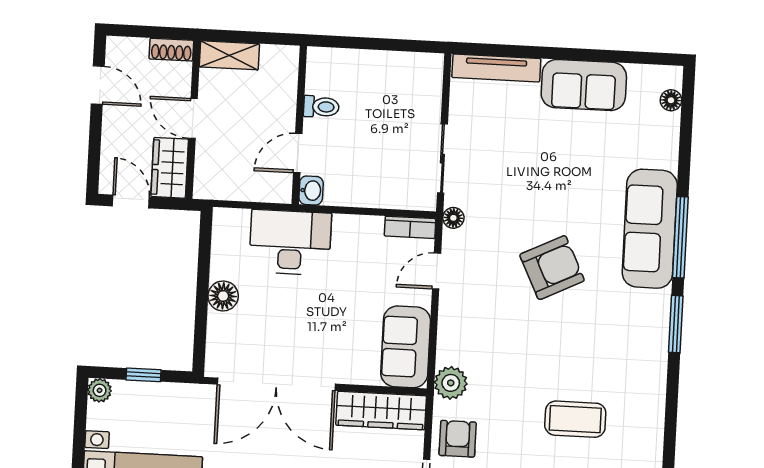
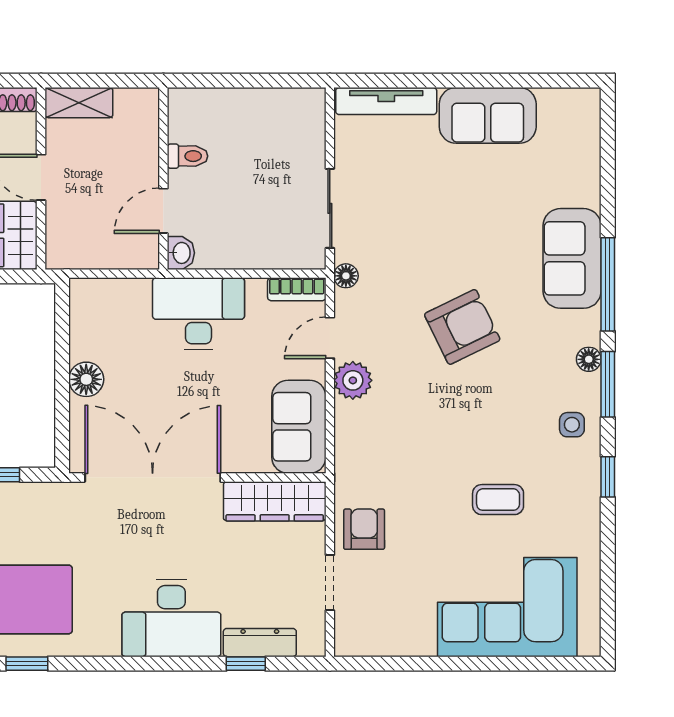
floor lamp: (671, 100) -> (589, 359), moved
sofa: (650, 229) -> (572, 258), width x0.73
desk: (290, 242) -> (198, 314), moved
side table: (643, 357) -> (572, 425), added
plant: (451, 383) -> (353, 380), moved
double door: (276, 384) -> (153, 477), swing flipped
window: (672, 404) -> (608, 477), added
coffee table: (575, 419) -> (498, 500), width x0.73, depth x0.77

